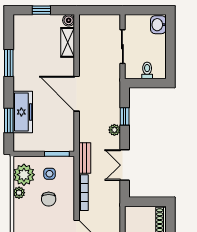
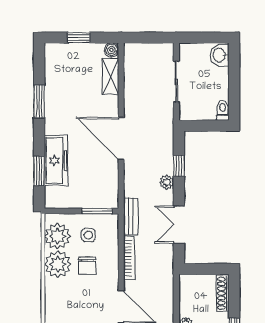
toilet: (147, 70) -> (223, 110), moved
plant: (19, 193) -> (58, 264), width x1.87, depth x1.87

